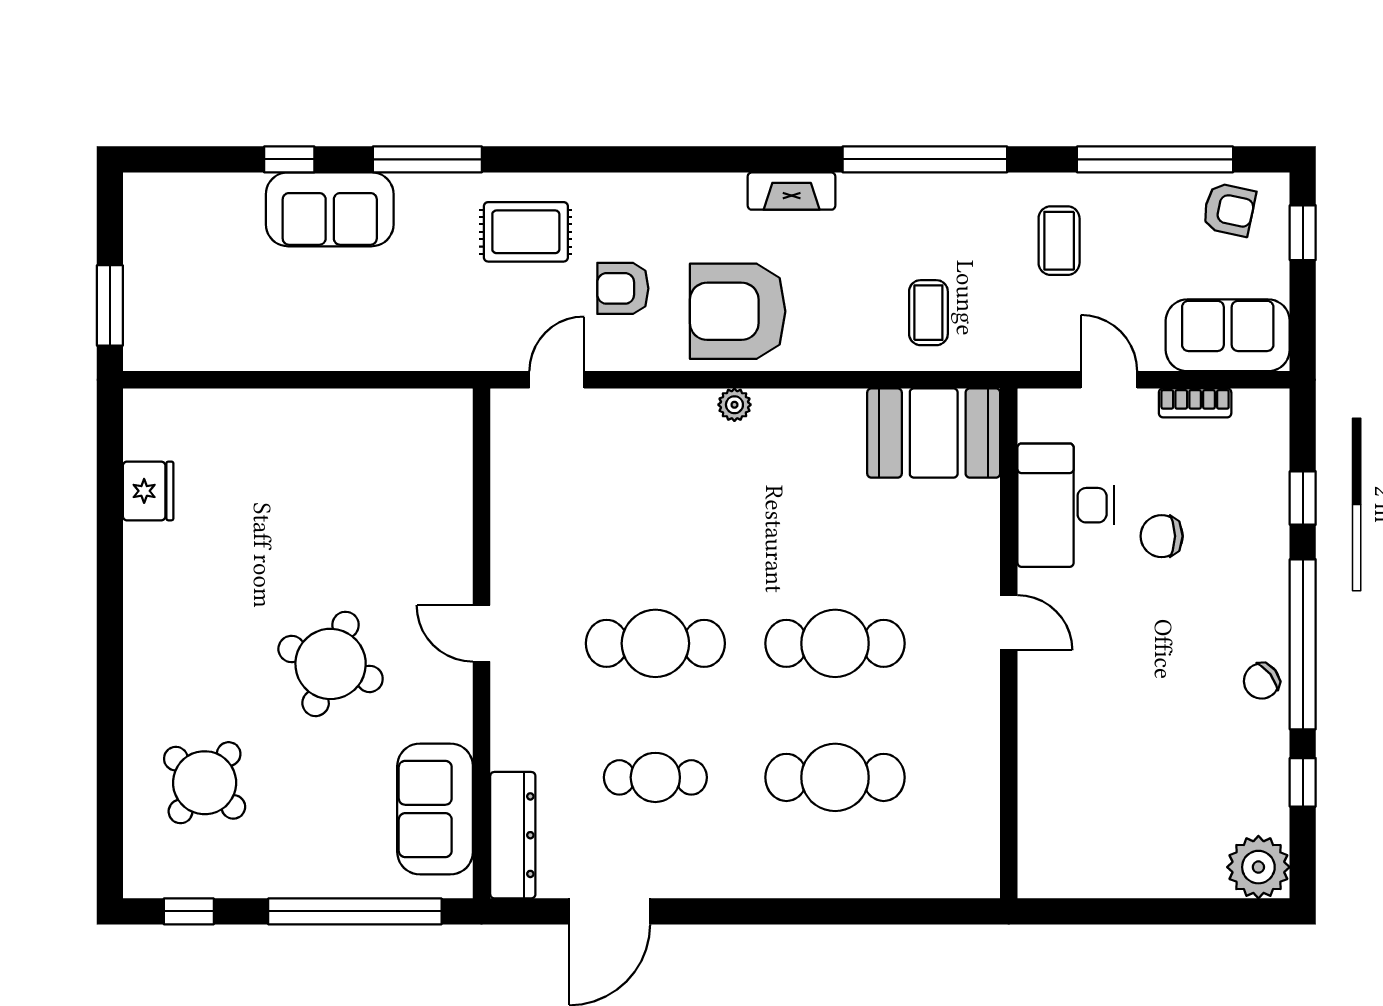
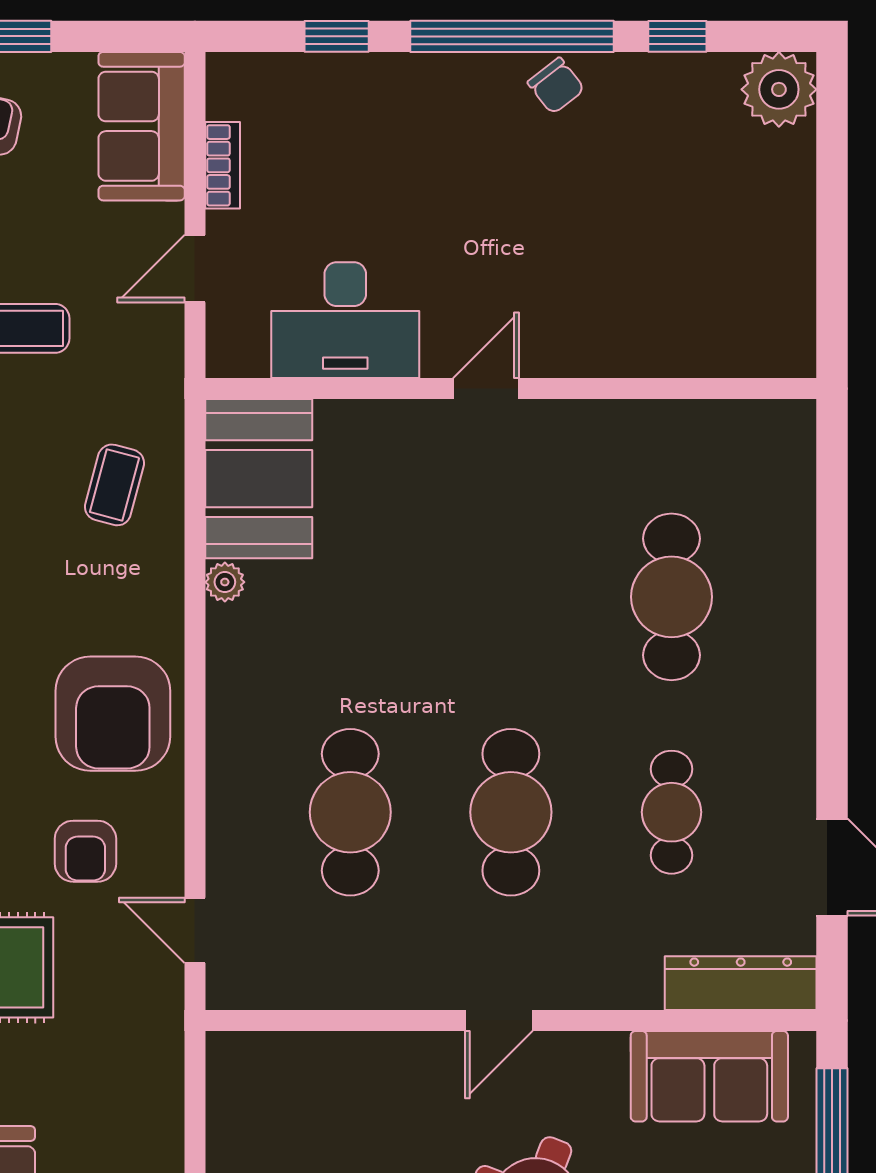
coffee table: (928, 313) -> (114, 485), turned -75
plant: (734, 405) -> (225, 582), moved
chair: (1162, 536) -> (382, 205), removed
cafe table: (835, 643) -> (350, 812), moved

